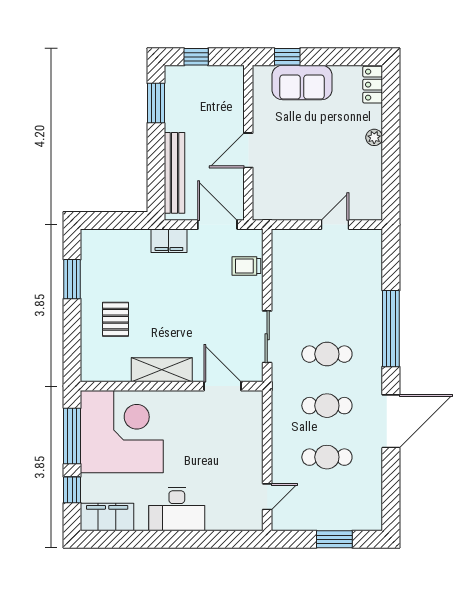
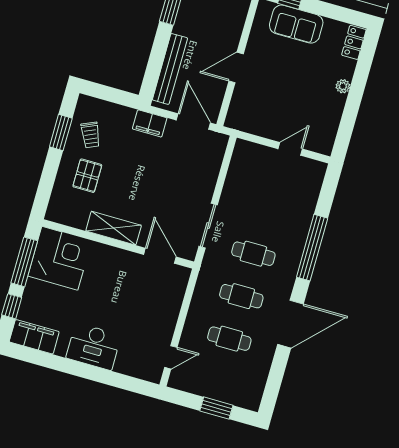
trolley: (246, 266) -> (91, 135), moved, turned -114
corner desk: (122, 432) -> (60, 258), width x0.74, depth x0.74

